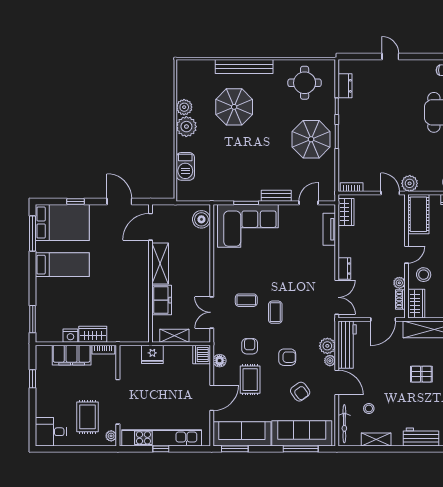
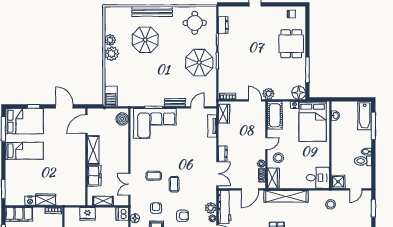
barbecue: (185, 166) -> (111, 96), moved
filing cabinet: (72, 355) -> (19, 214), moved

